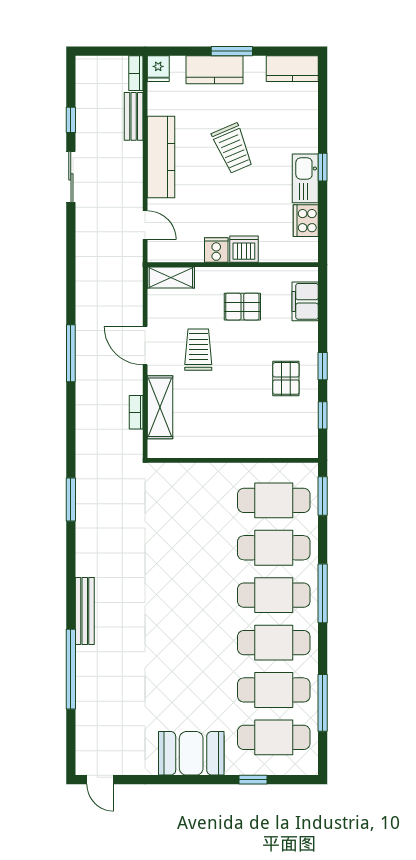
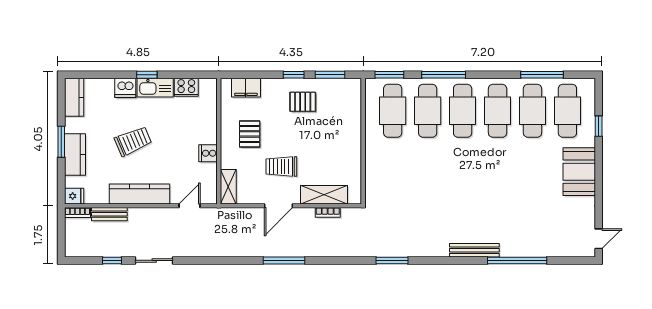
dishwasher: (244, 249) -> (125, 88), moved, turned -90
window: (323, 415) -> (330, 75), width x1.50
window: (323, 593) -> (444, 75), moved

